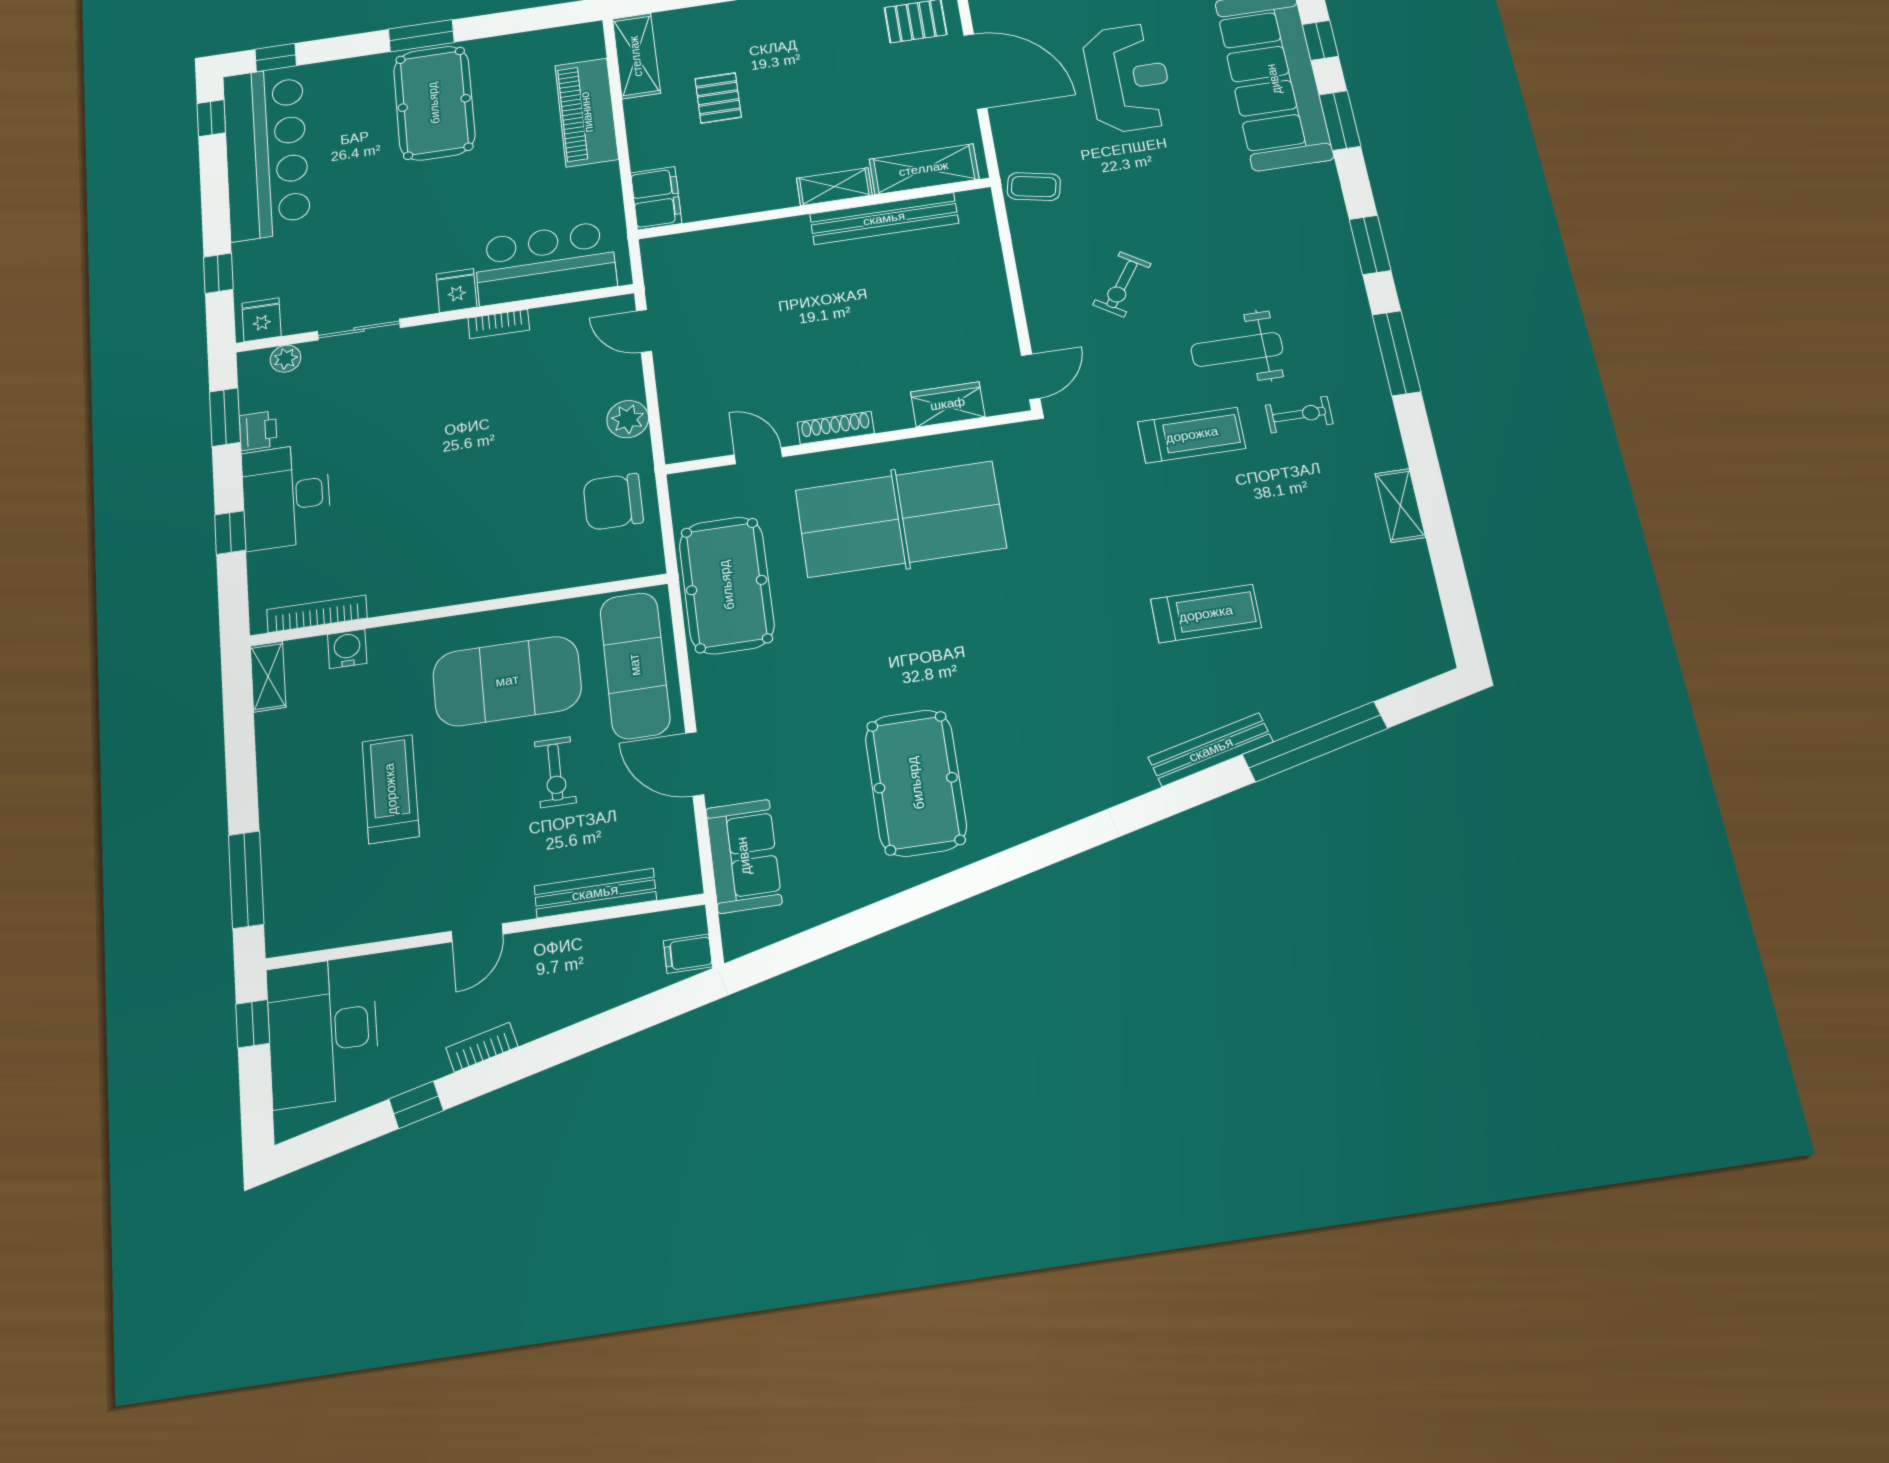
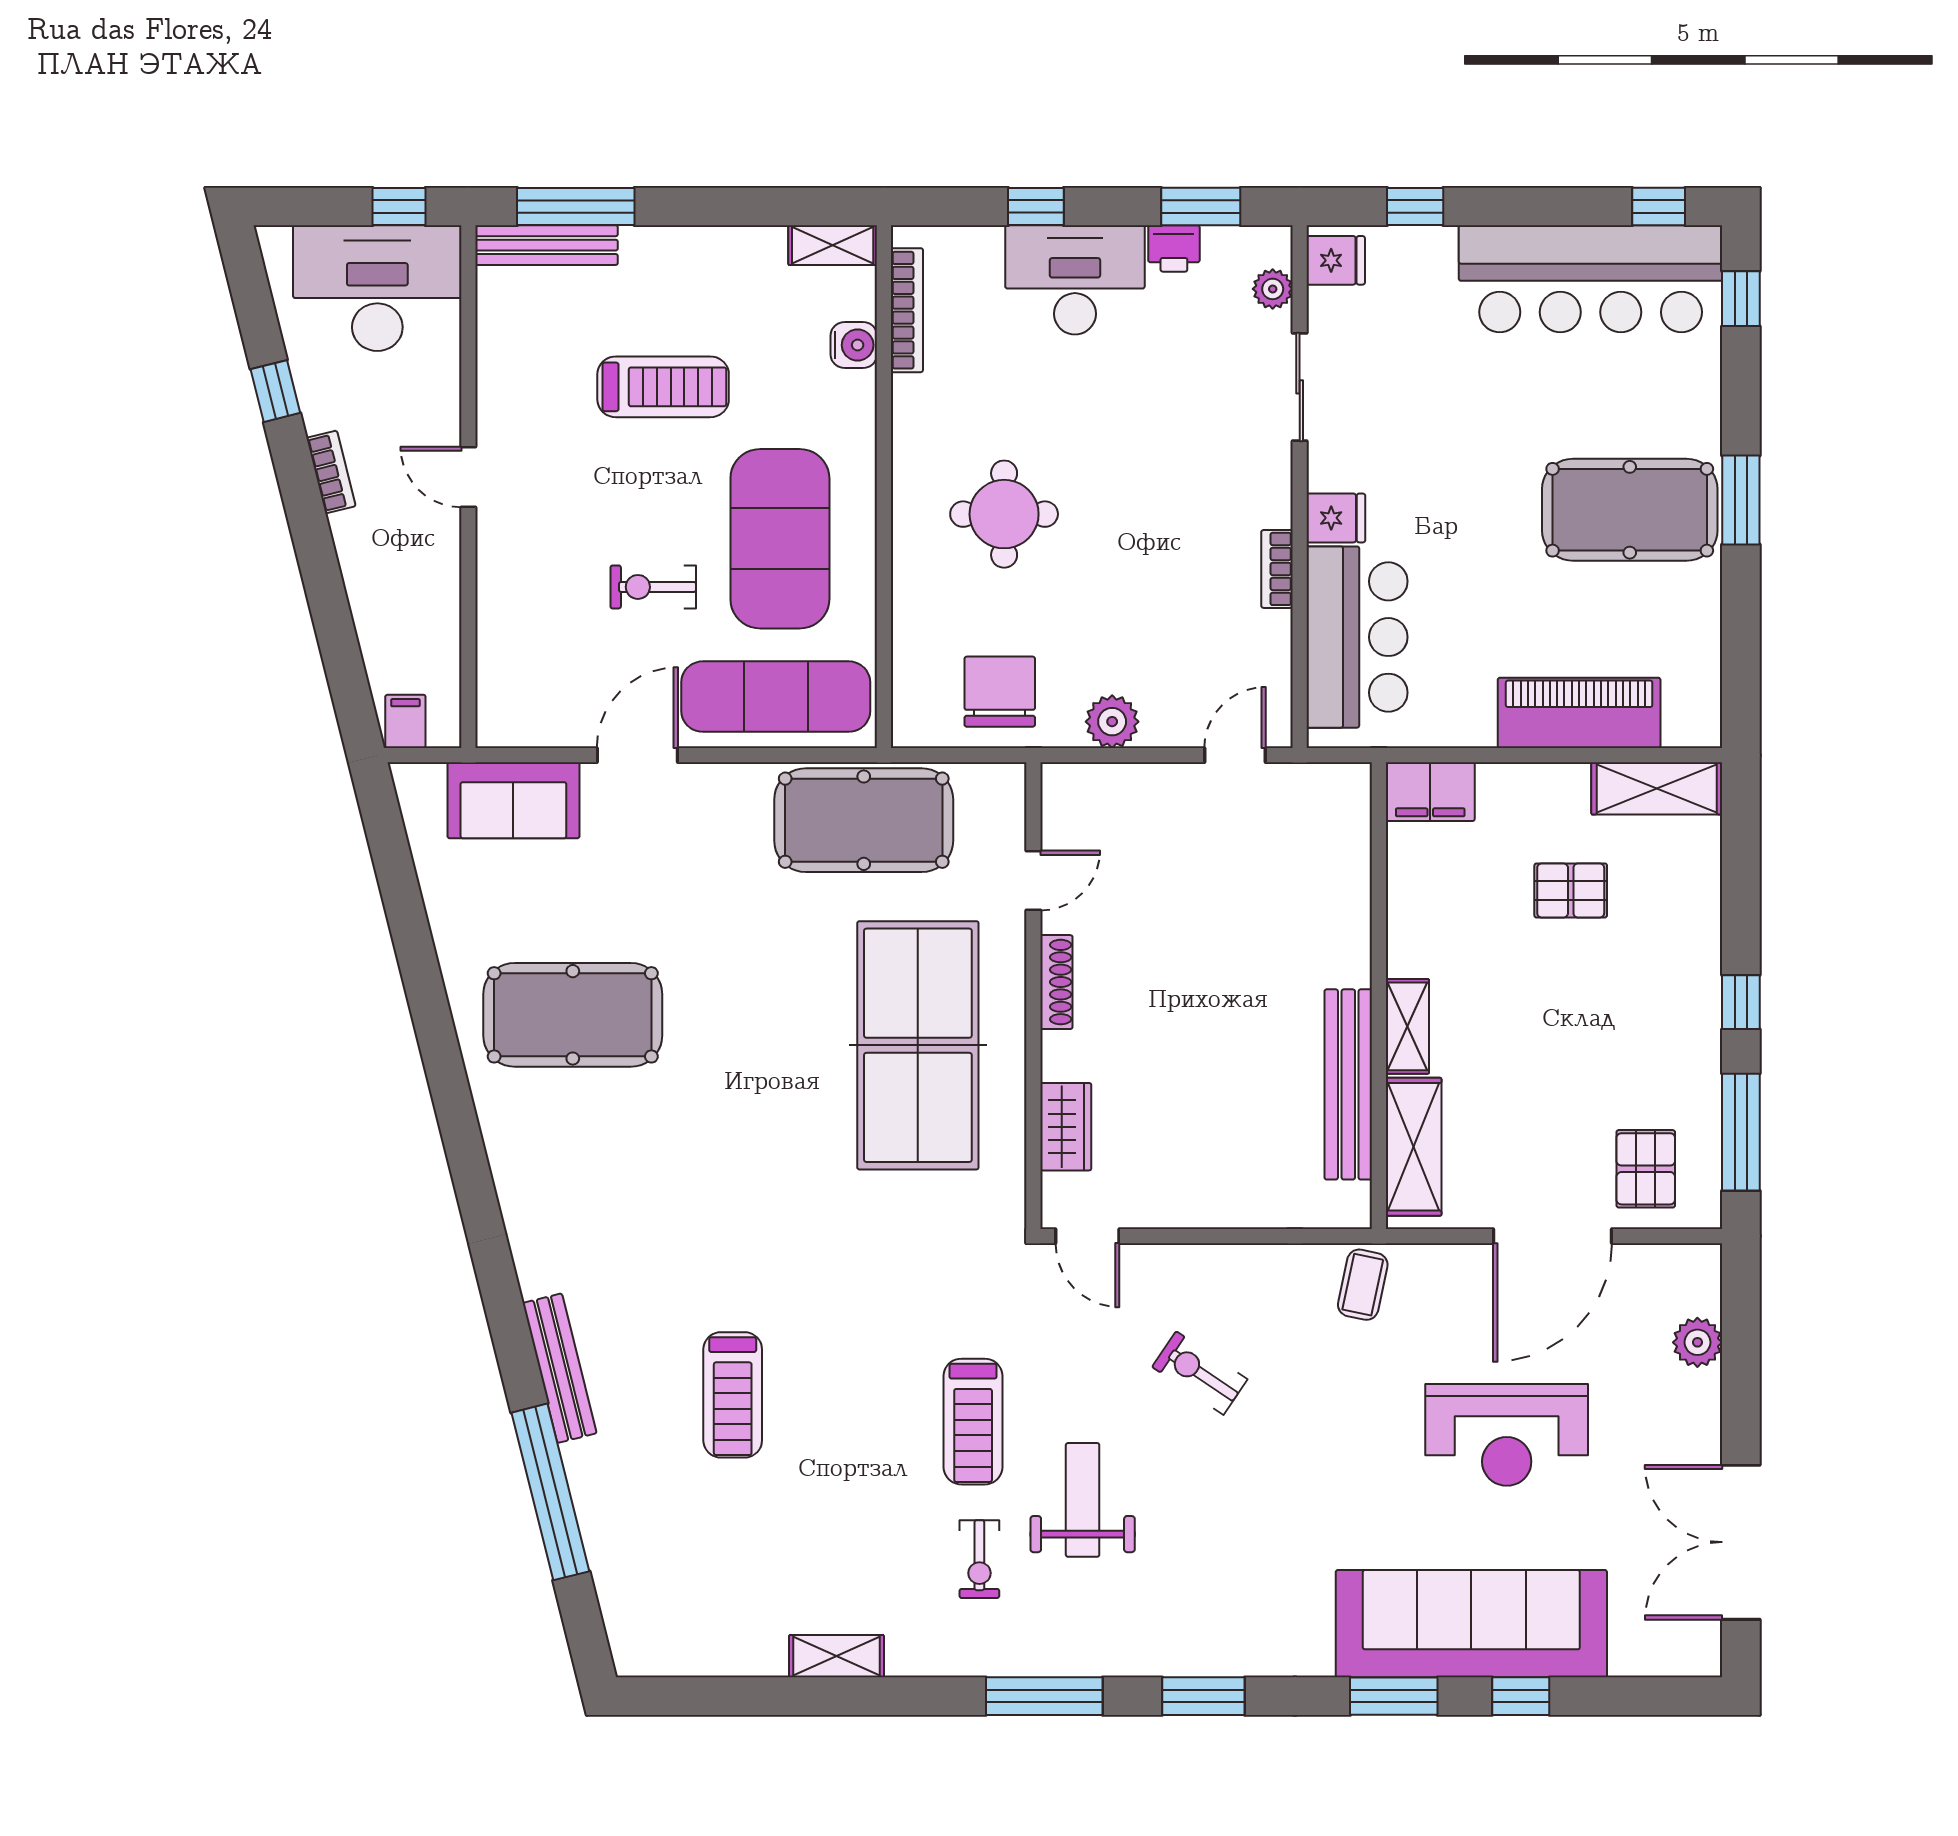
round table: (473, 519) -> (1004, 514), added
bench: (595, 893) -> (547, 245), moved, turned 90

